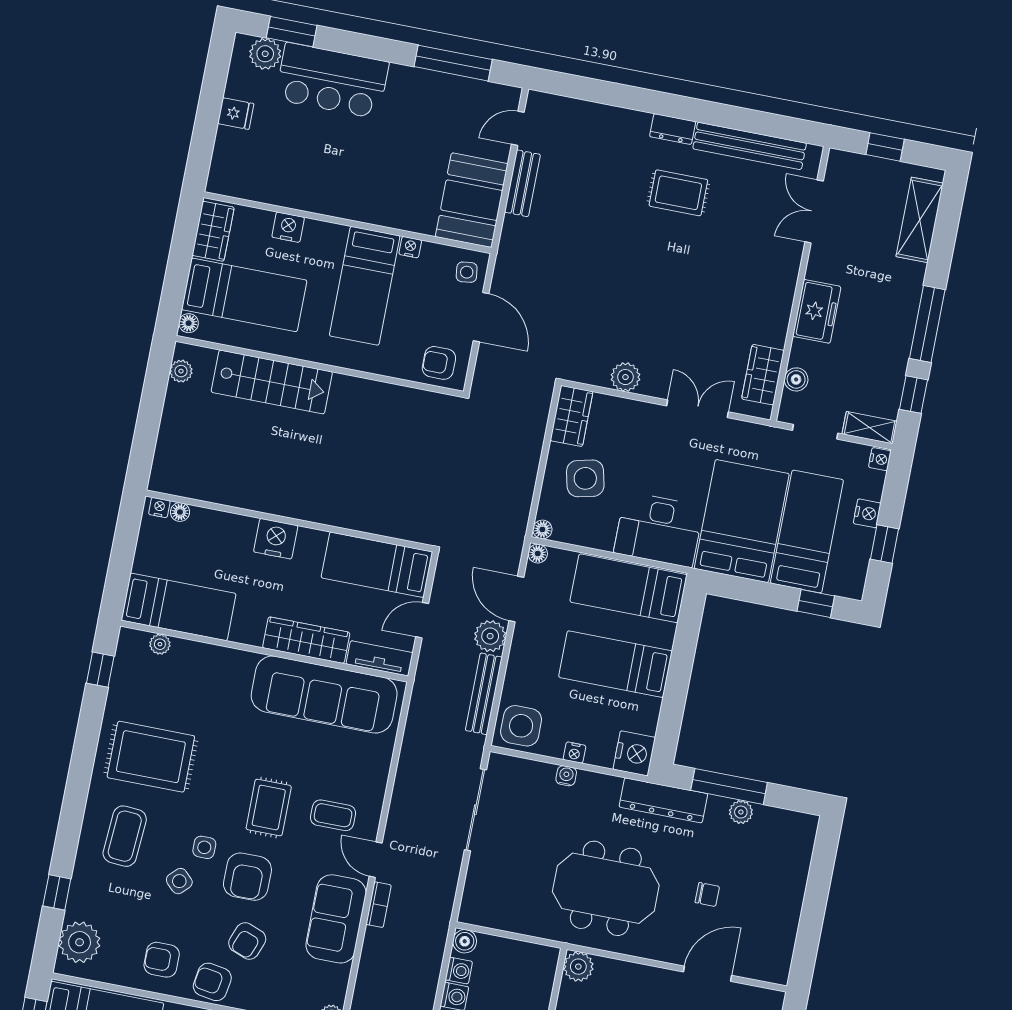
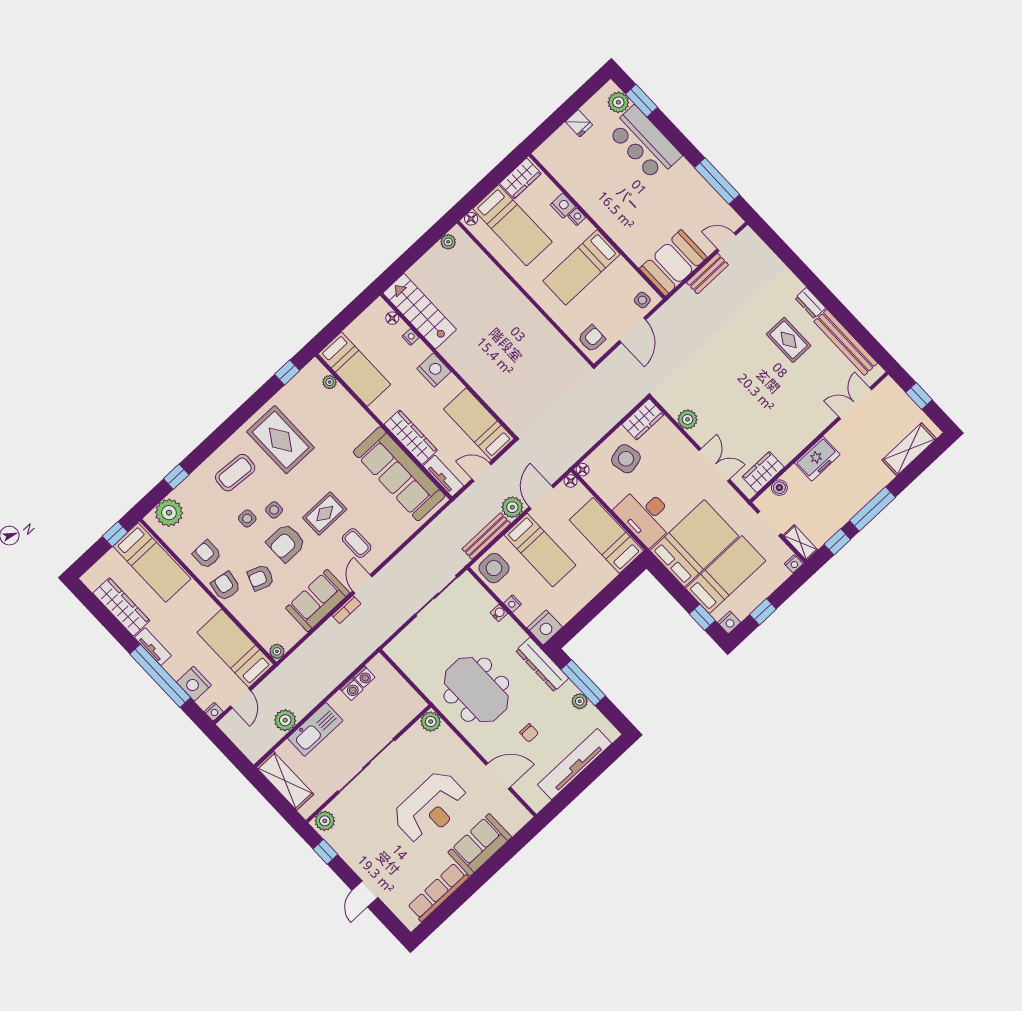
nightstand: (410, 247) -> (577, 217), moved
armchair: (439, 363) -> (592, 339), turned 90
stairs: (272, 382) -> (420, 311), moved, turned 180
nightstand: (159, 508) -> (411, 337), moved
nightstand: (867, 513) -> (729, 622), moved
bed: (615, 664) -> (540, 550), moved, turned 180
side table: (179, 881) -> (247, 519), turned 45
tv unit: (789, 893) -> (575, 764), added
boiler: (465, 941) -> (379, 663), removed

